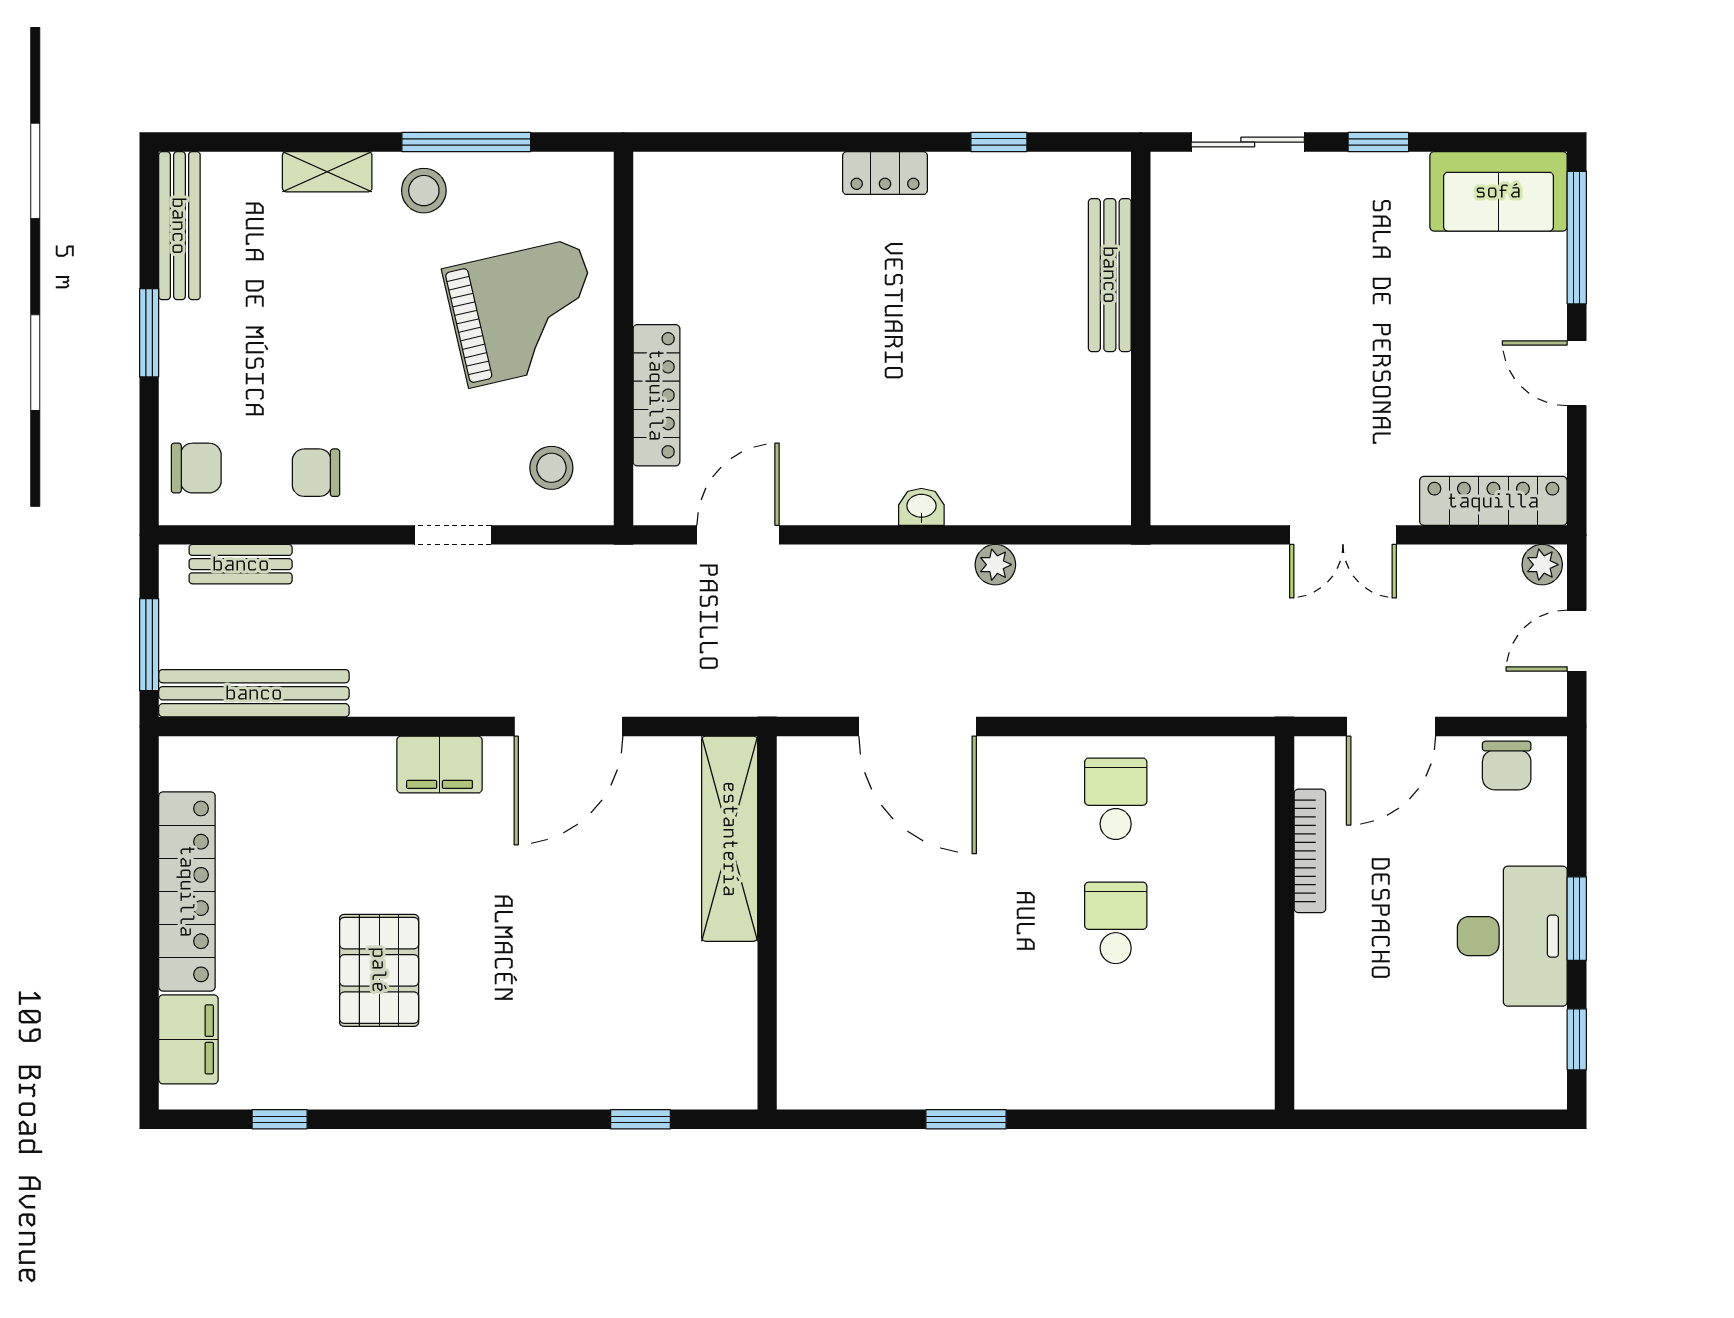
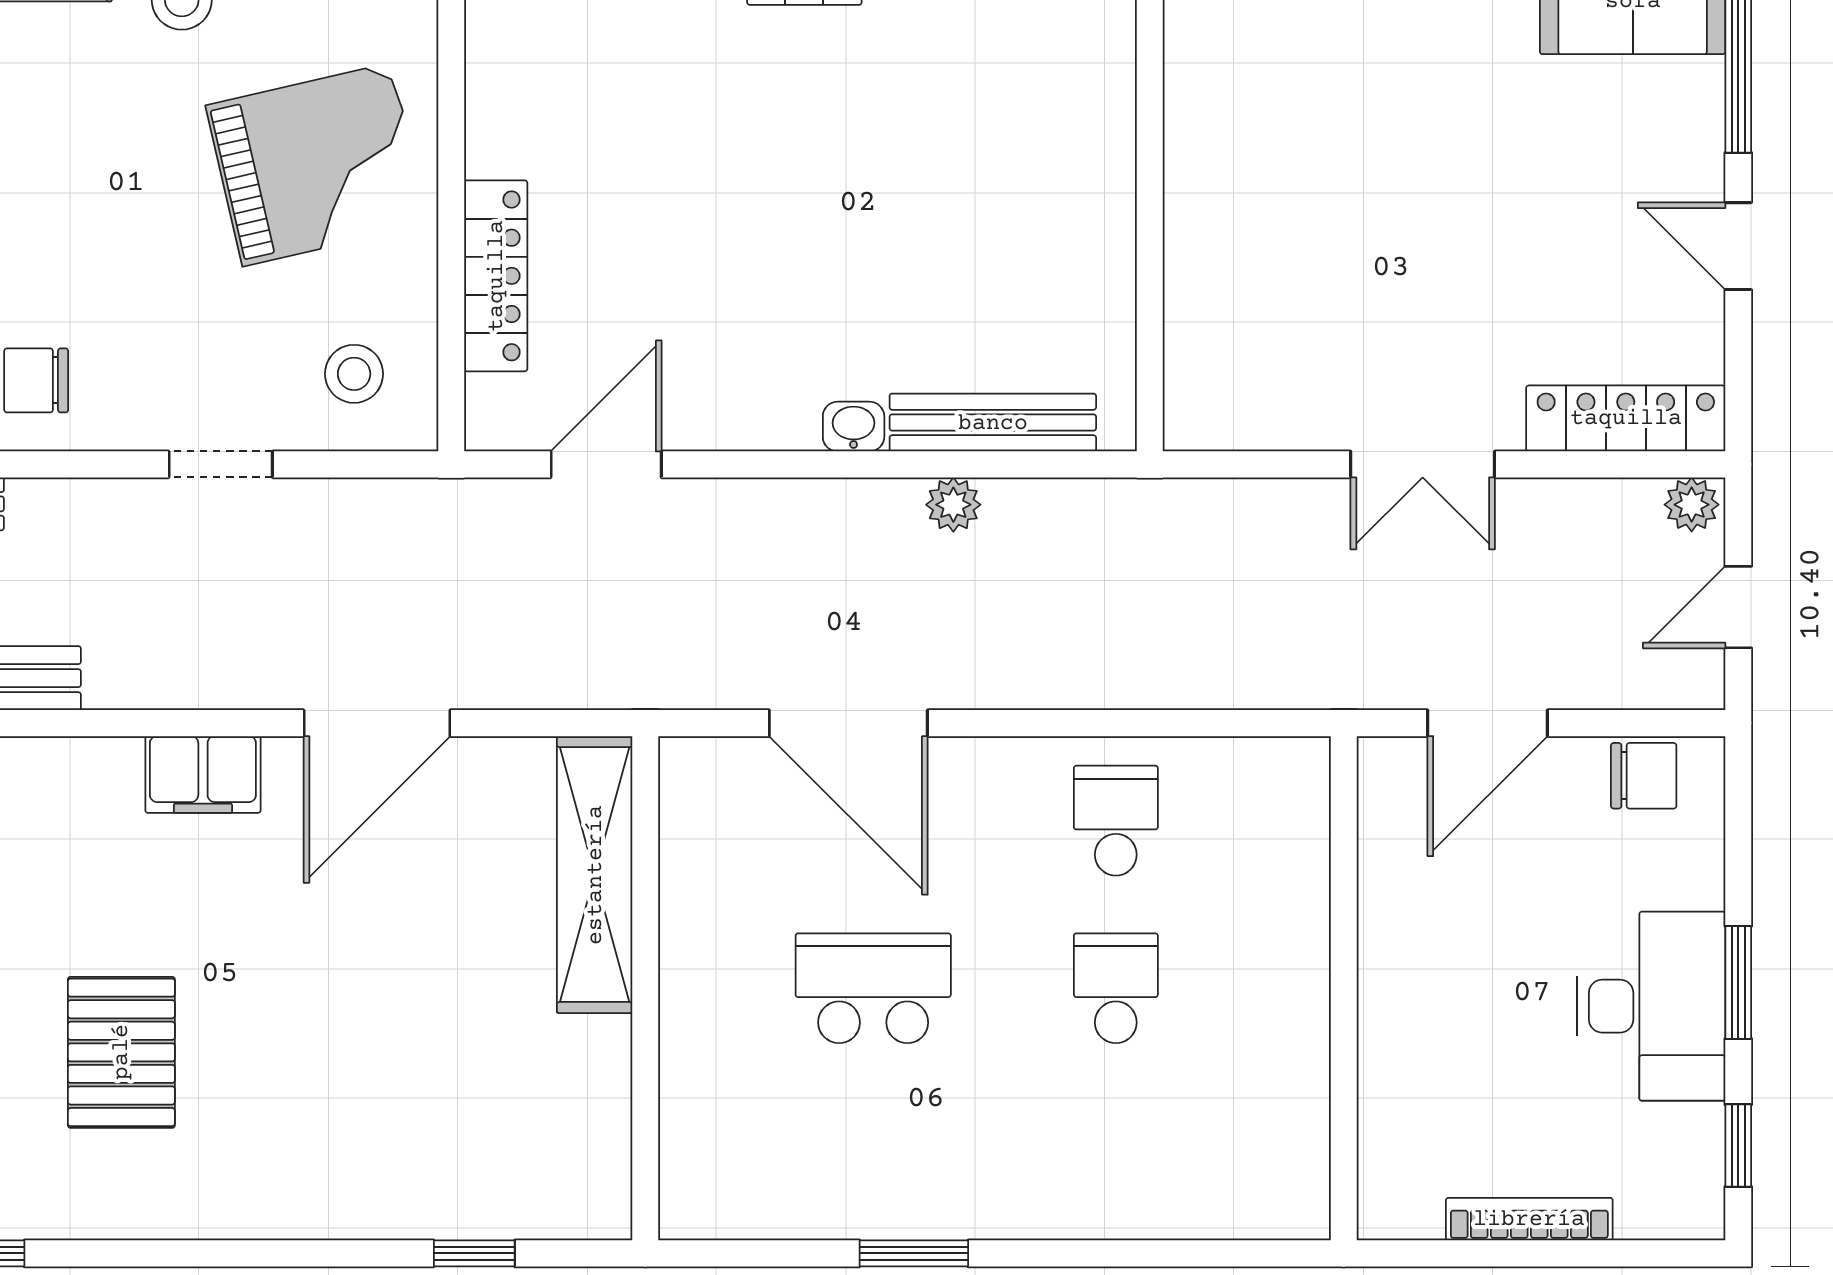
bench: (1110, 275) -> (993, 423), moved, turned 90
chair: (1507, 766) -> (1644, 776), turned -90
bookcase: (1310, 851) -> (1529, 1219), moved, turned -90
school desk: (936, 923) -> (873, 988), added

